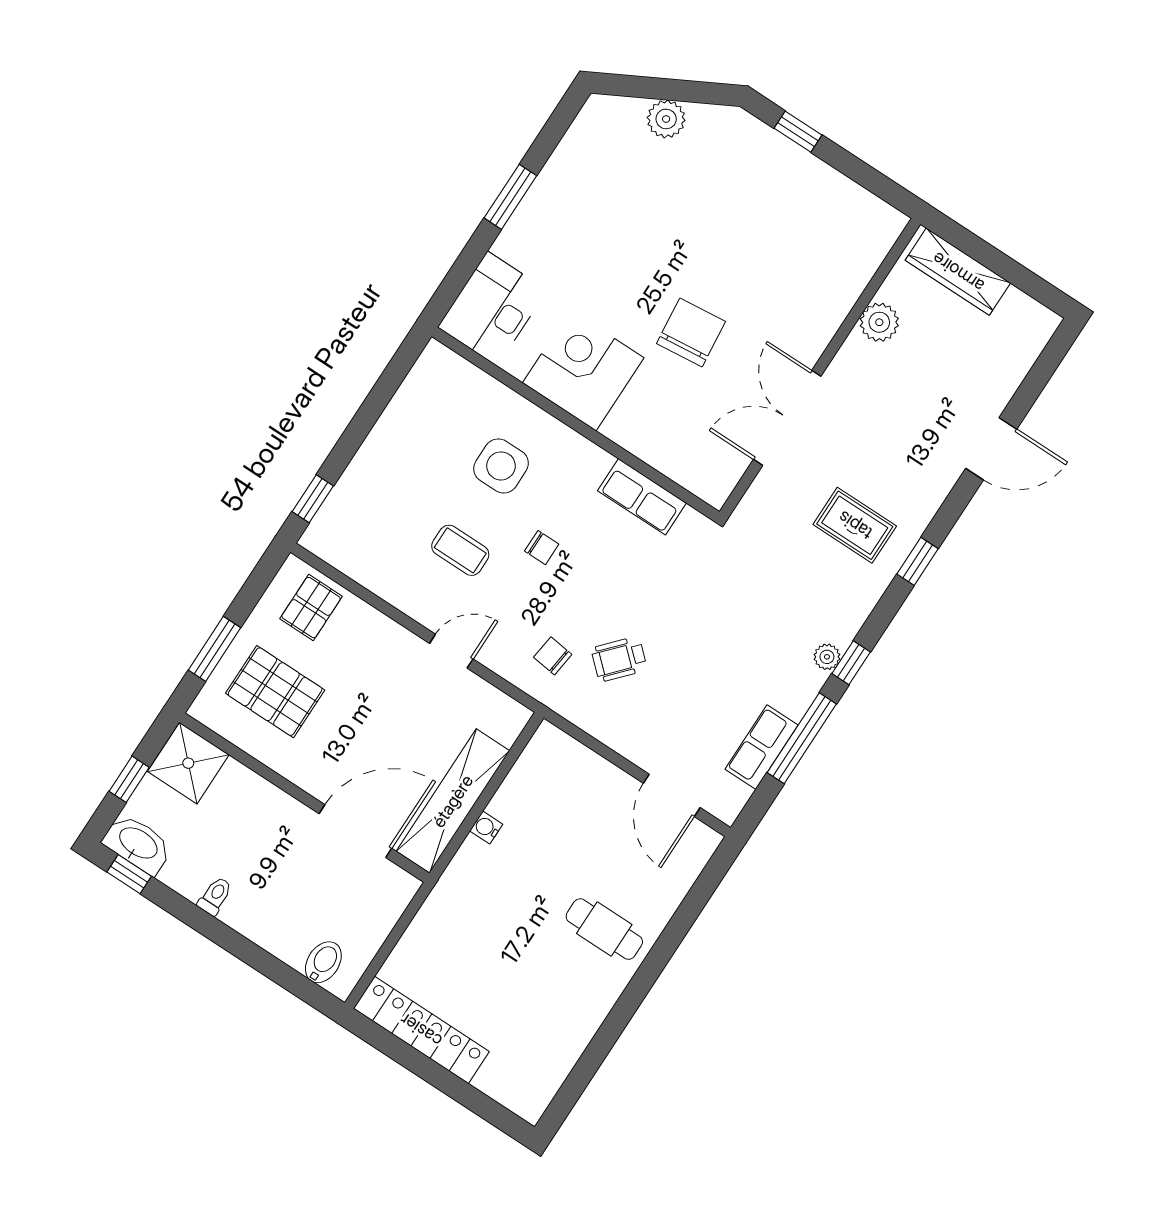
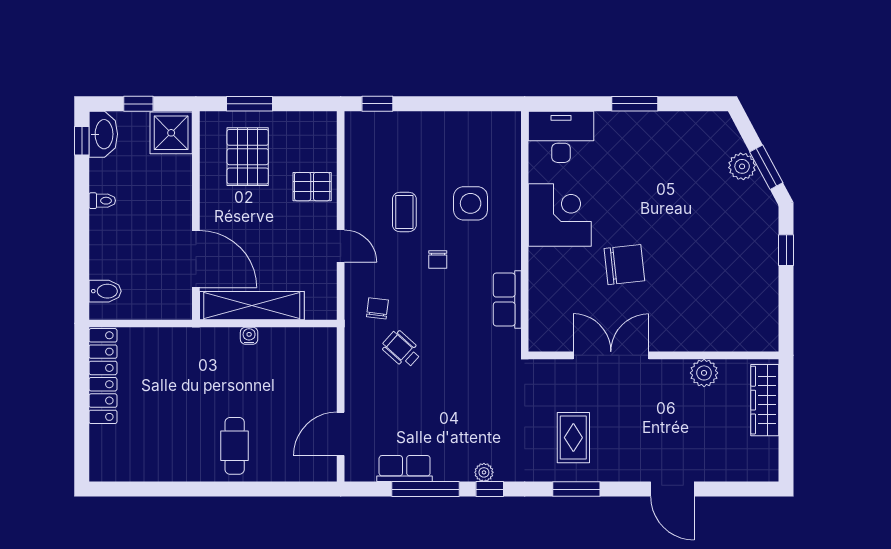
window: (686, 91) -> (766, 167), added
window: (918, 561) -> (576, 489), width x1.50
pallet: (311, 608) -> (312, 187), moved

